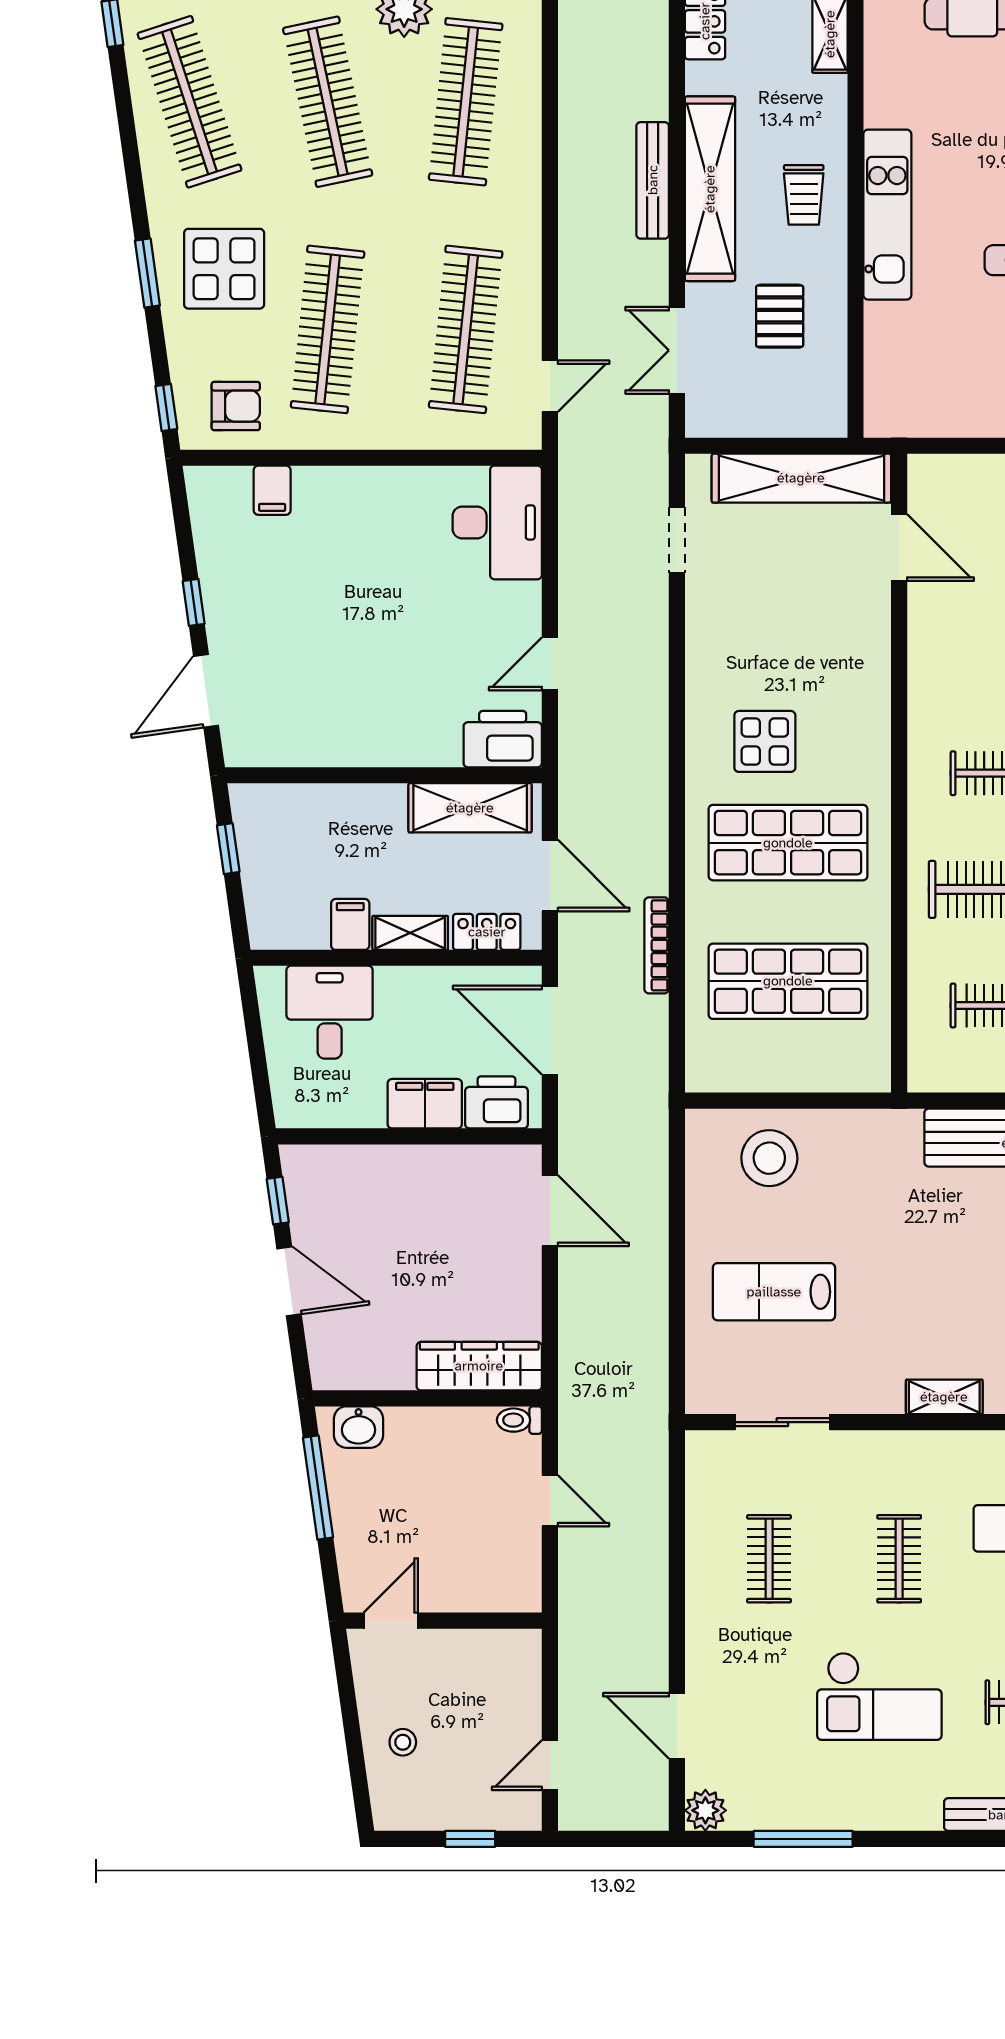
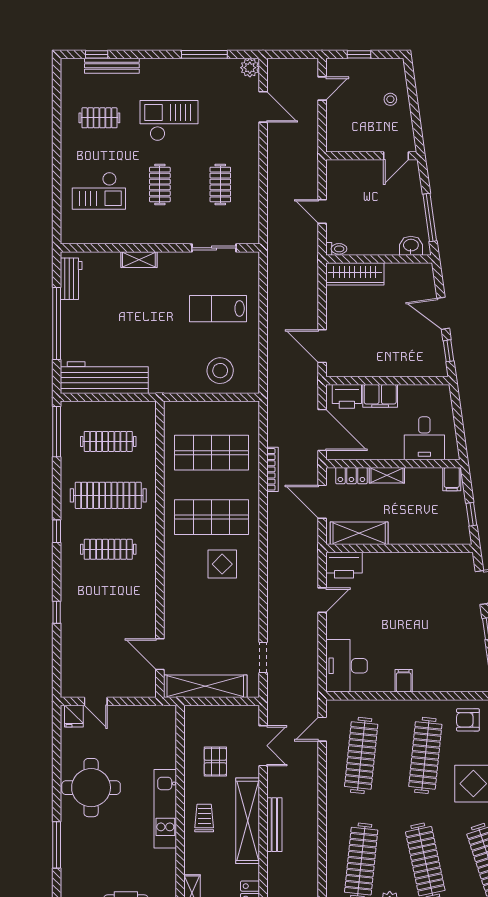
filing cabinet: (272, 490) -> (404, 681), moved
filing cabinet: (350, 924) -> (452, 479), moved
lab bench: (774, 1292) -> (218, 309), turned 180

